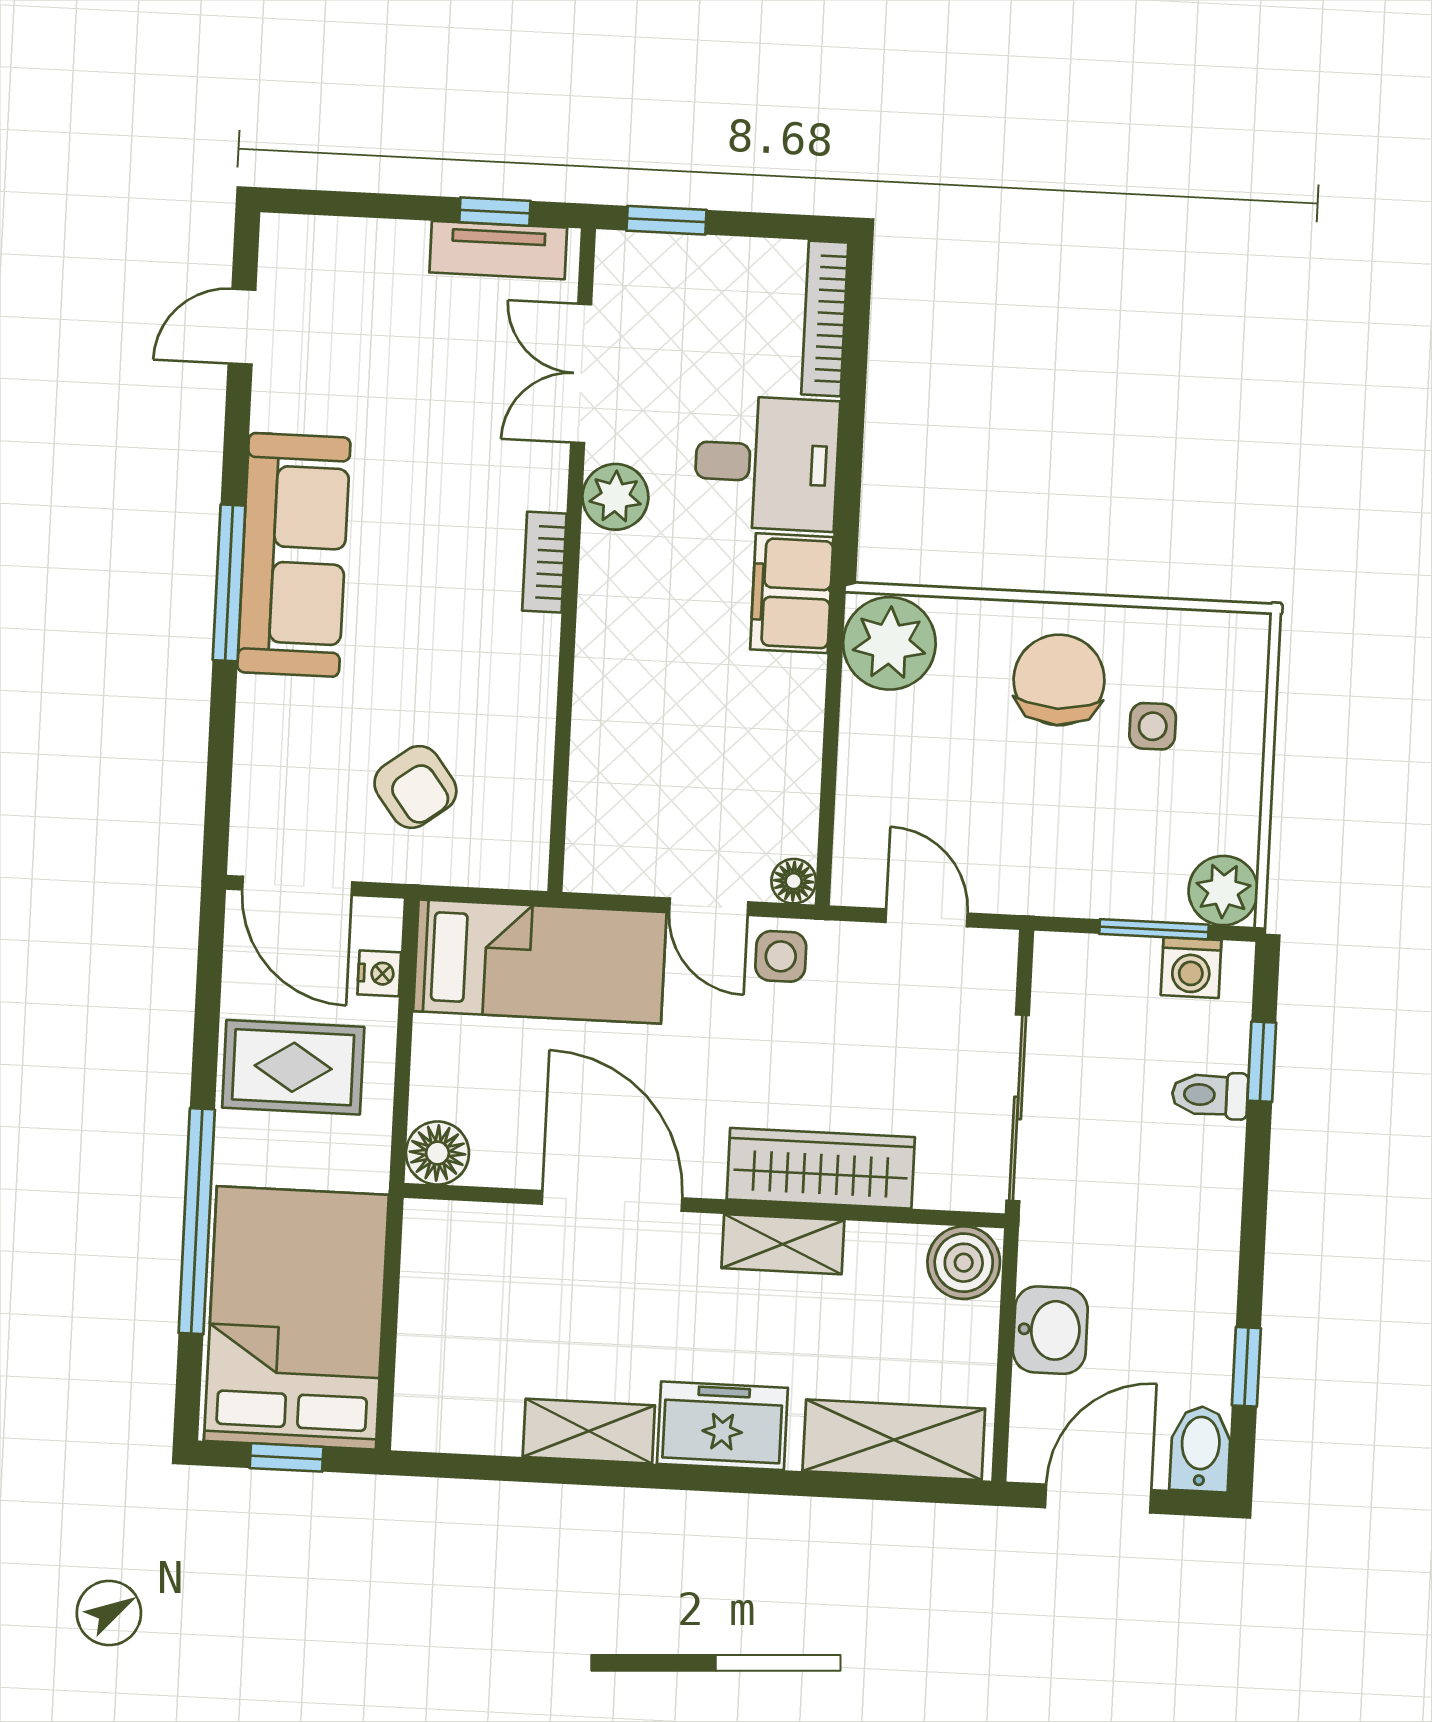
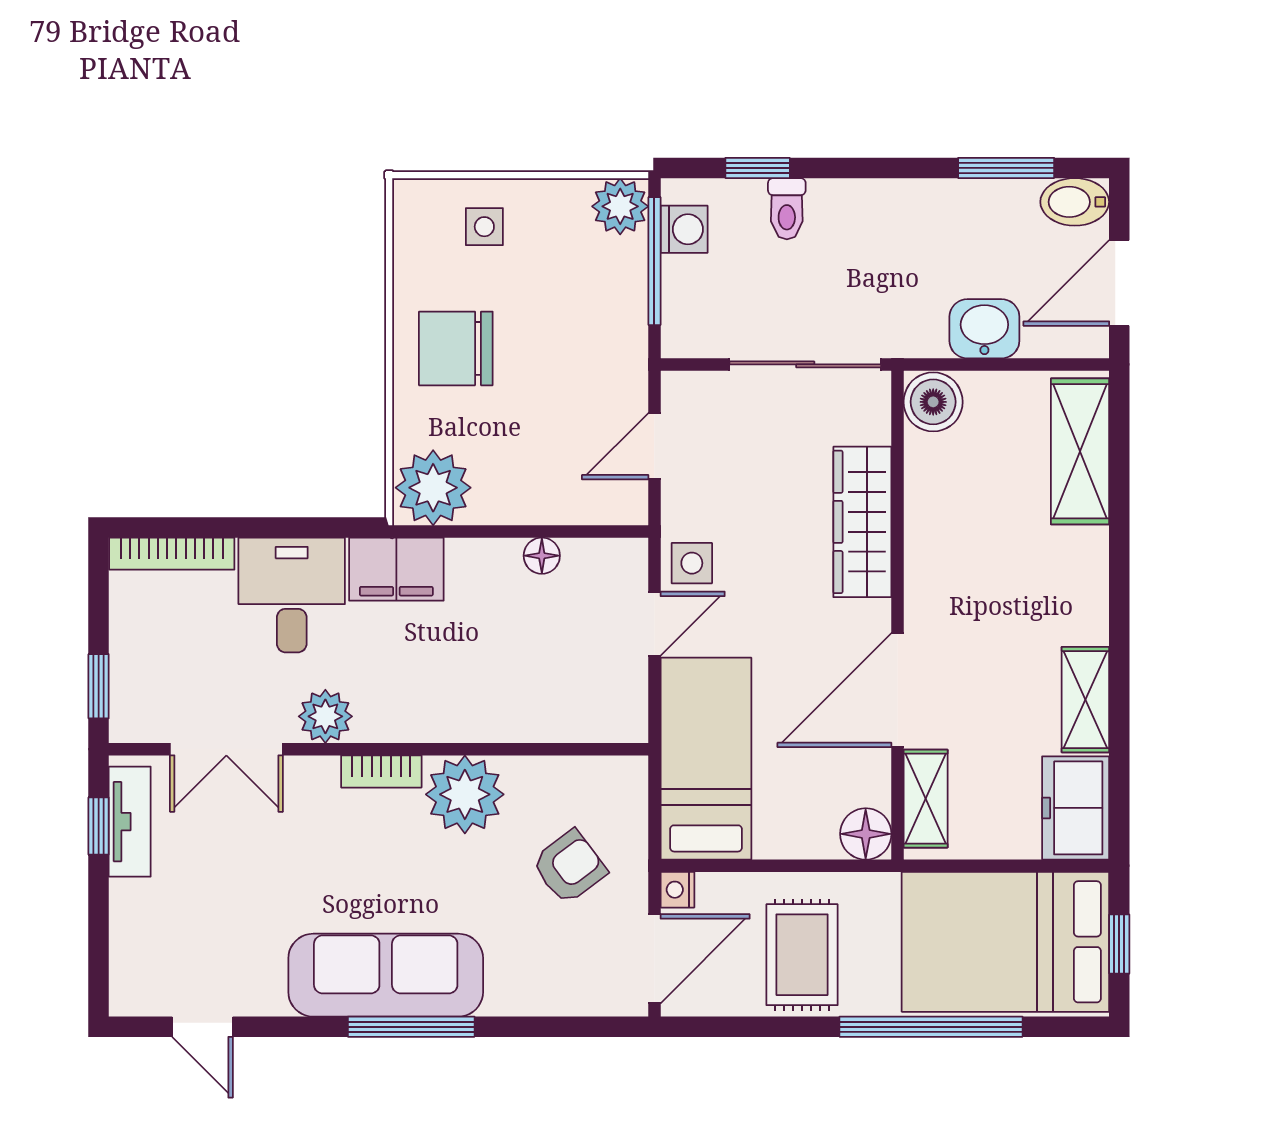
plant: (511, 663) -> (465, 794), added
side table: (1153, 726) -> (484, 227), moved
floor lamp: (794, 881) -> (542, 556), moved
window: (1154, 929) -> (654, 261), width x1.44
nightstand: (379, 973) -> (677, 890), moved, turned -90
shelving: (783, 1244) -> (926, 799), moved
window: (1246, 1367) -> (1006, 168), width x1.50
freezer: (722, 1426) -> (1076, 808), moved
door: (1098, 1499) -> (1119, 283), hinge flipped

